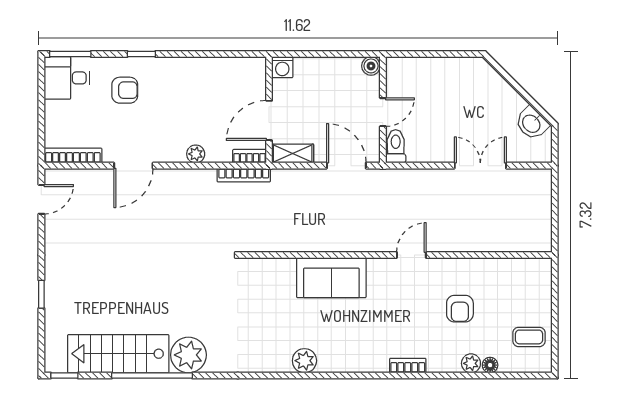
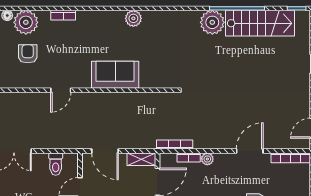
toilet: (396, 146) -> (56, 164), moved
bookcase: (250, 156) -> (189, 157), moved
plant: (471, 363) -> (26, 22), width x1.87, depth x1.87

